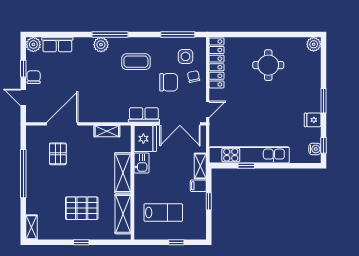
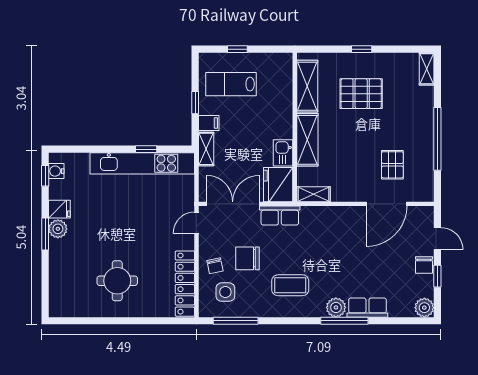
window: (110, 35) -> (344, 321), moved
plant: (314, 44) -> (58, 229), moved
row of seats: (57, 45) -> (367, 308), moved
shelving: (107, 131) -> (313, 194), moved
lab bench: (163, 213) -> (231, 84), moved

